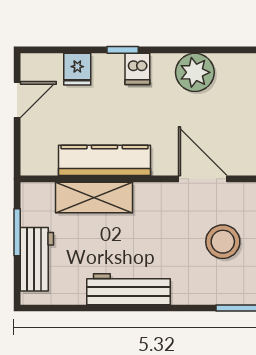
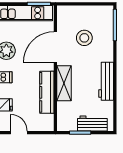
door: (203, 179) -> (55, 47), width x1.36
shelving: (94, 198) -> (64, 83), moved

